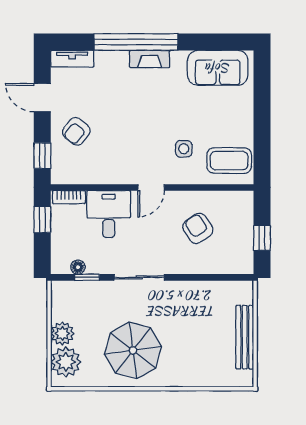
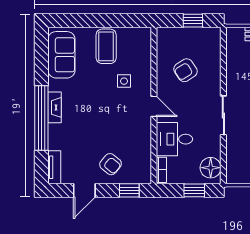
coffee table: (229, 161) -> (106, 46), moved
window: (42, 219) -> (194, 190), moved
floor lamp: (78, 267) -> (211, 168), width x1.89, depth x1.89
window: (87, 277) -> (223, 156), removed

